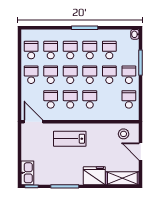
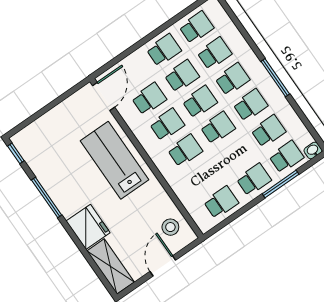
school desk: (109, 75) -> (286, 157), moved
lab bench: (70, 139) -> (114, 160), width x1.36, depth x1.39
kitchen sink: (27, 173) -> (30, 135), removed

